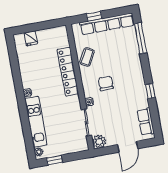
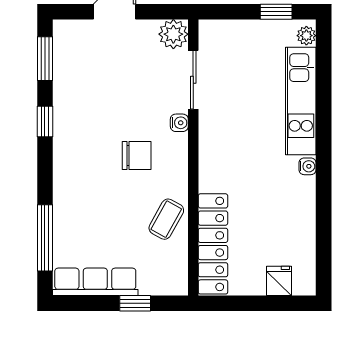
row of seats: (107, 24) -> (95, 282), width x0.73
locker: (68, 72) -> (213, 244), moved
chair: (106, 83) -> (137, 155), turned -90
window: (155, 120) -> (45, 59), added
row of seats: (146, 122) -> (66, 58), removed

